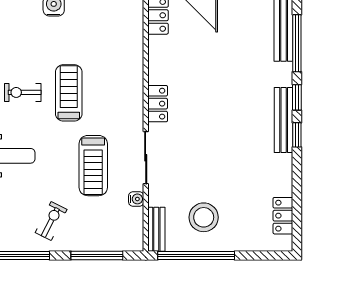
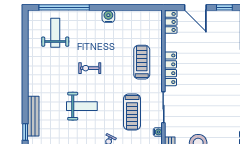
treadmill: (69, 93) -> (142, 62), moved
locker: (158, 104) -> (171, 69), width x1.53

